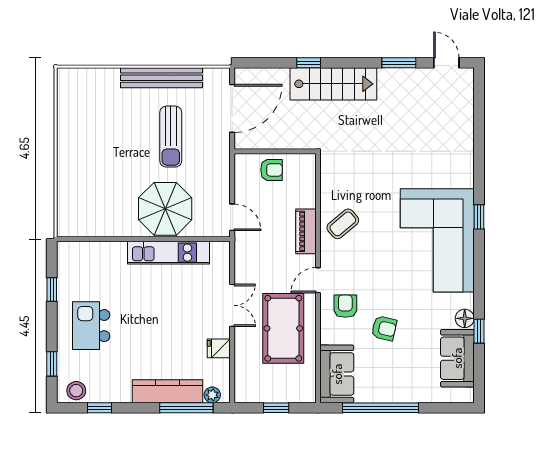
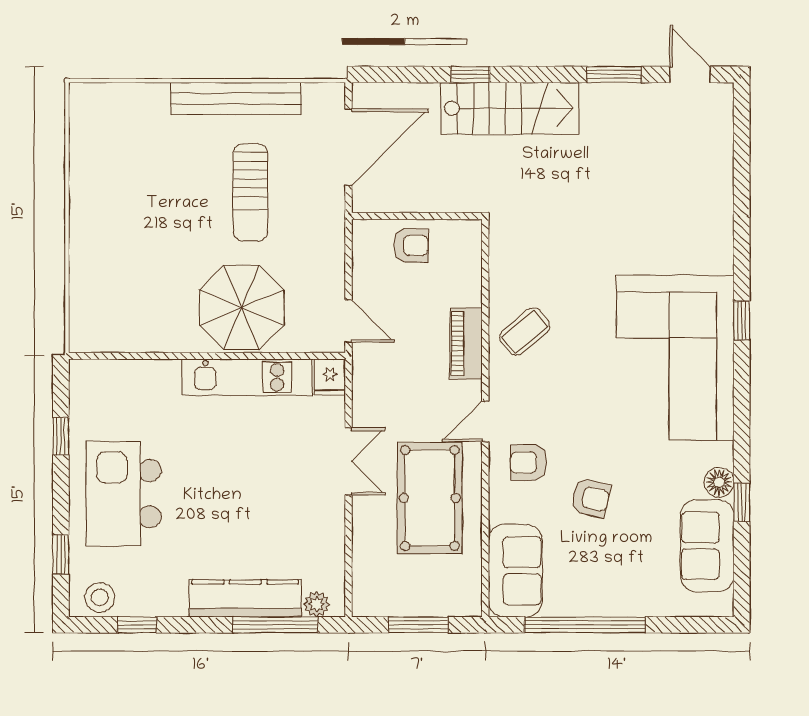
armchair: (345, 306) -> (529, 463), turned -90
kitchen island: (91, 326) -> (124, 494), width x1.37, depth x1.28
fridge: (219, 348) -> (330, 377), moved, turned -90
window: (276, 408) -> (419, 625), width x1.50

